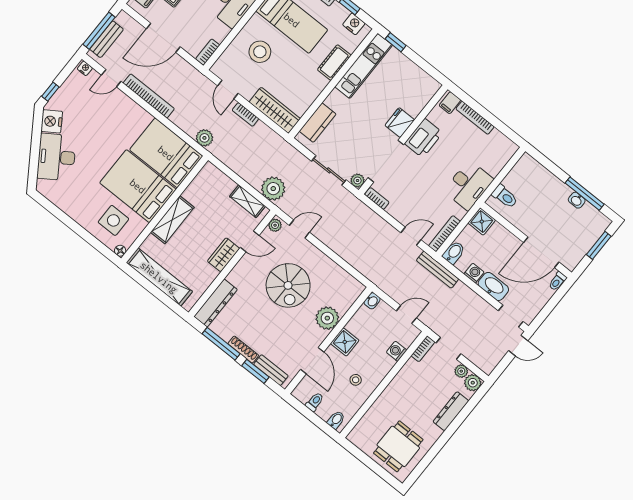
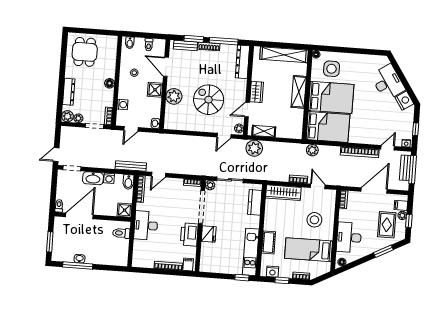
window: (50, 92) -> (416, 129), moved
floor lamp: (394, 388) -> (110, 83), added

